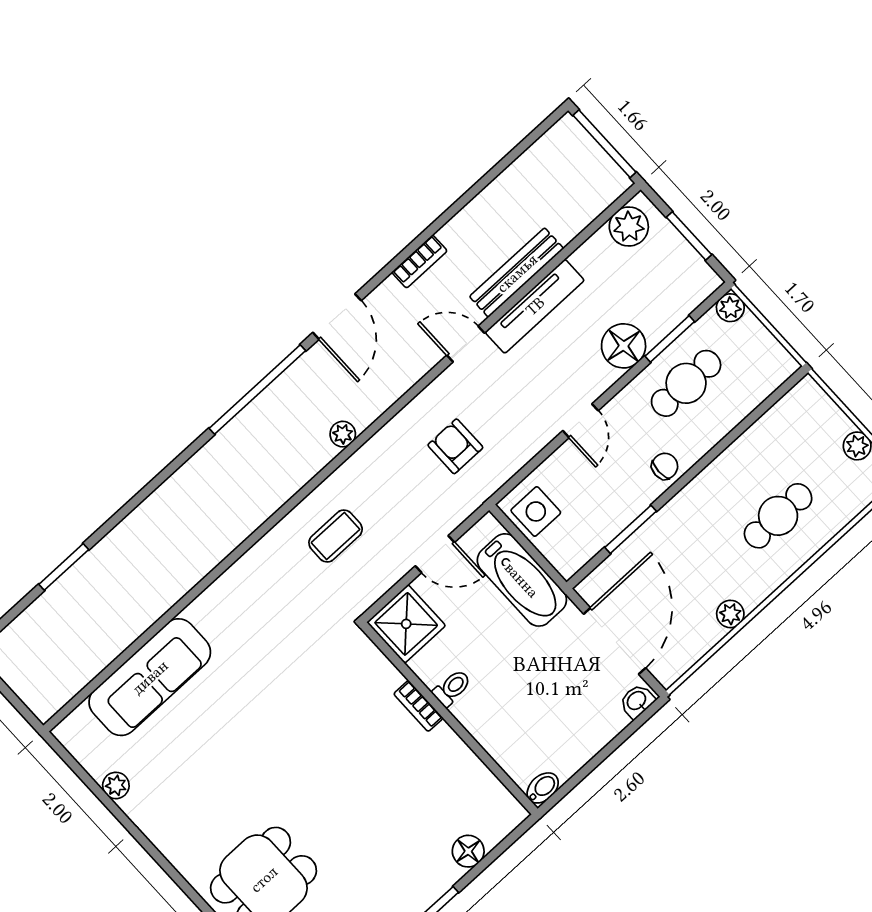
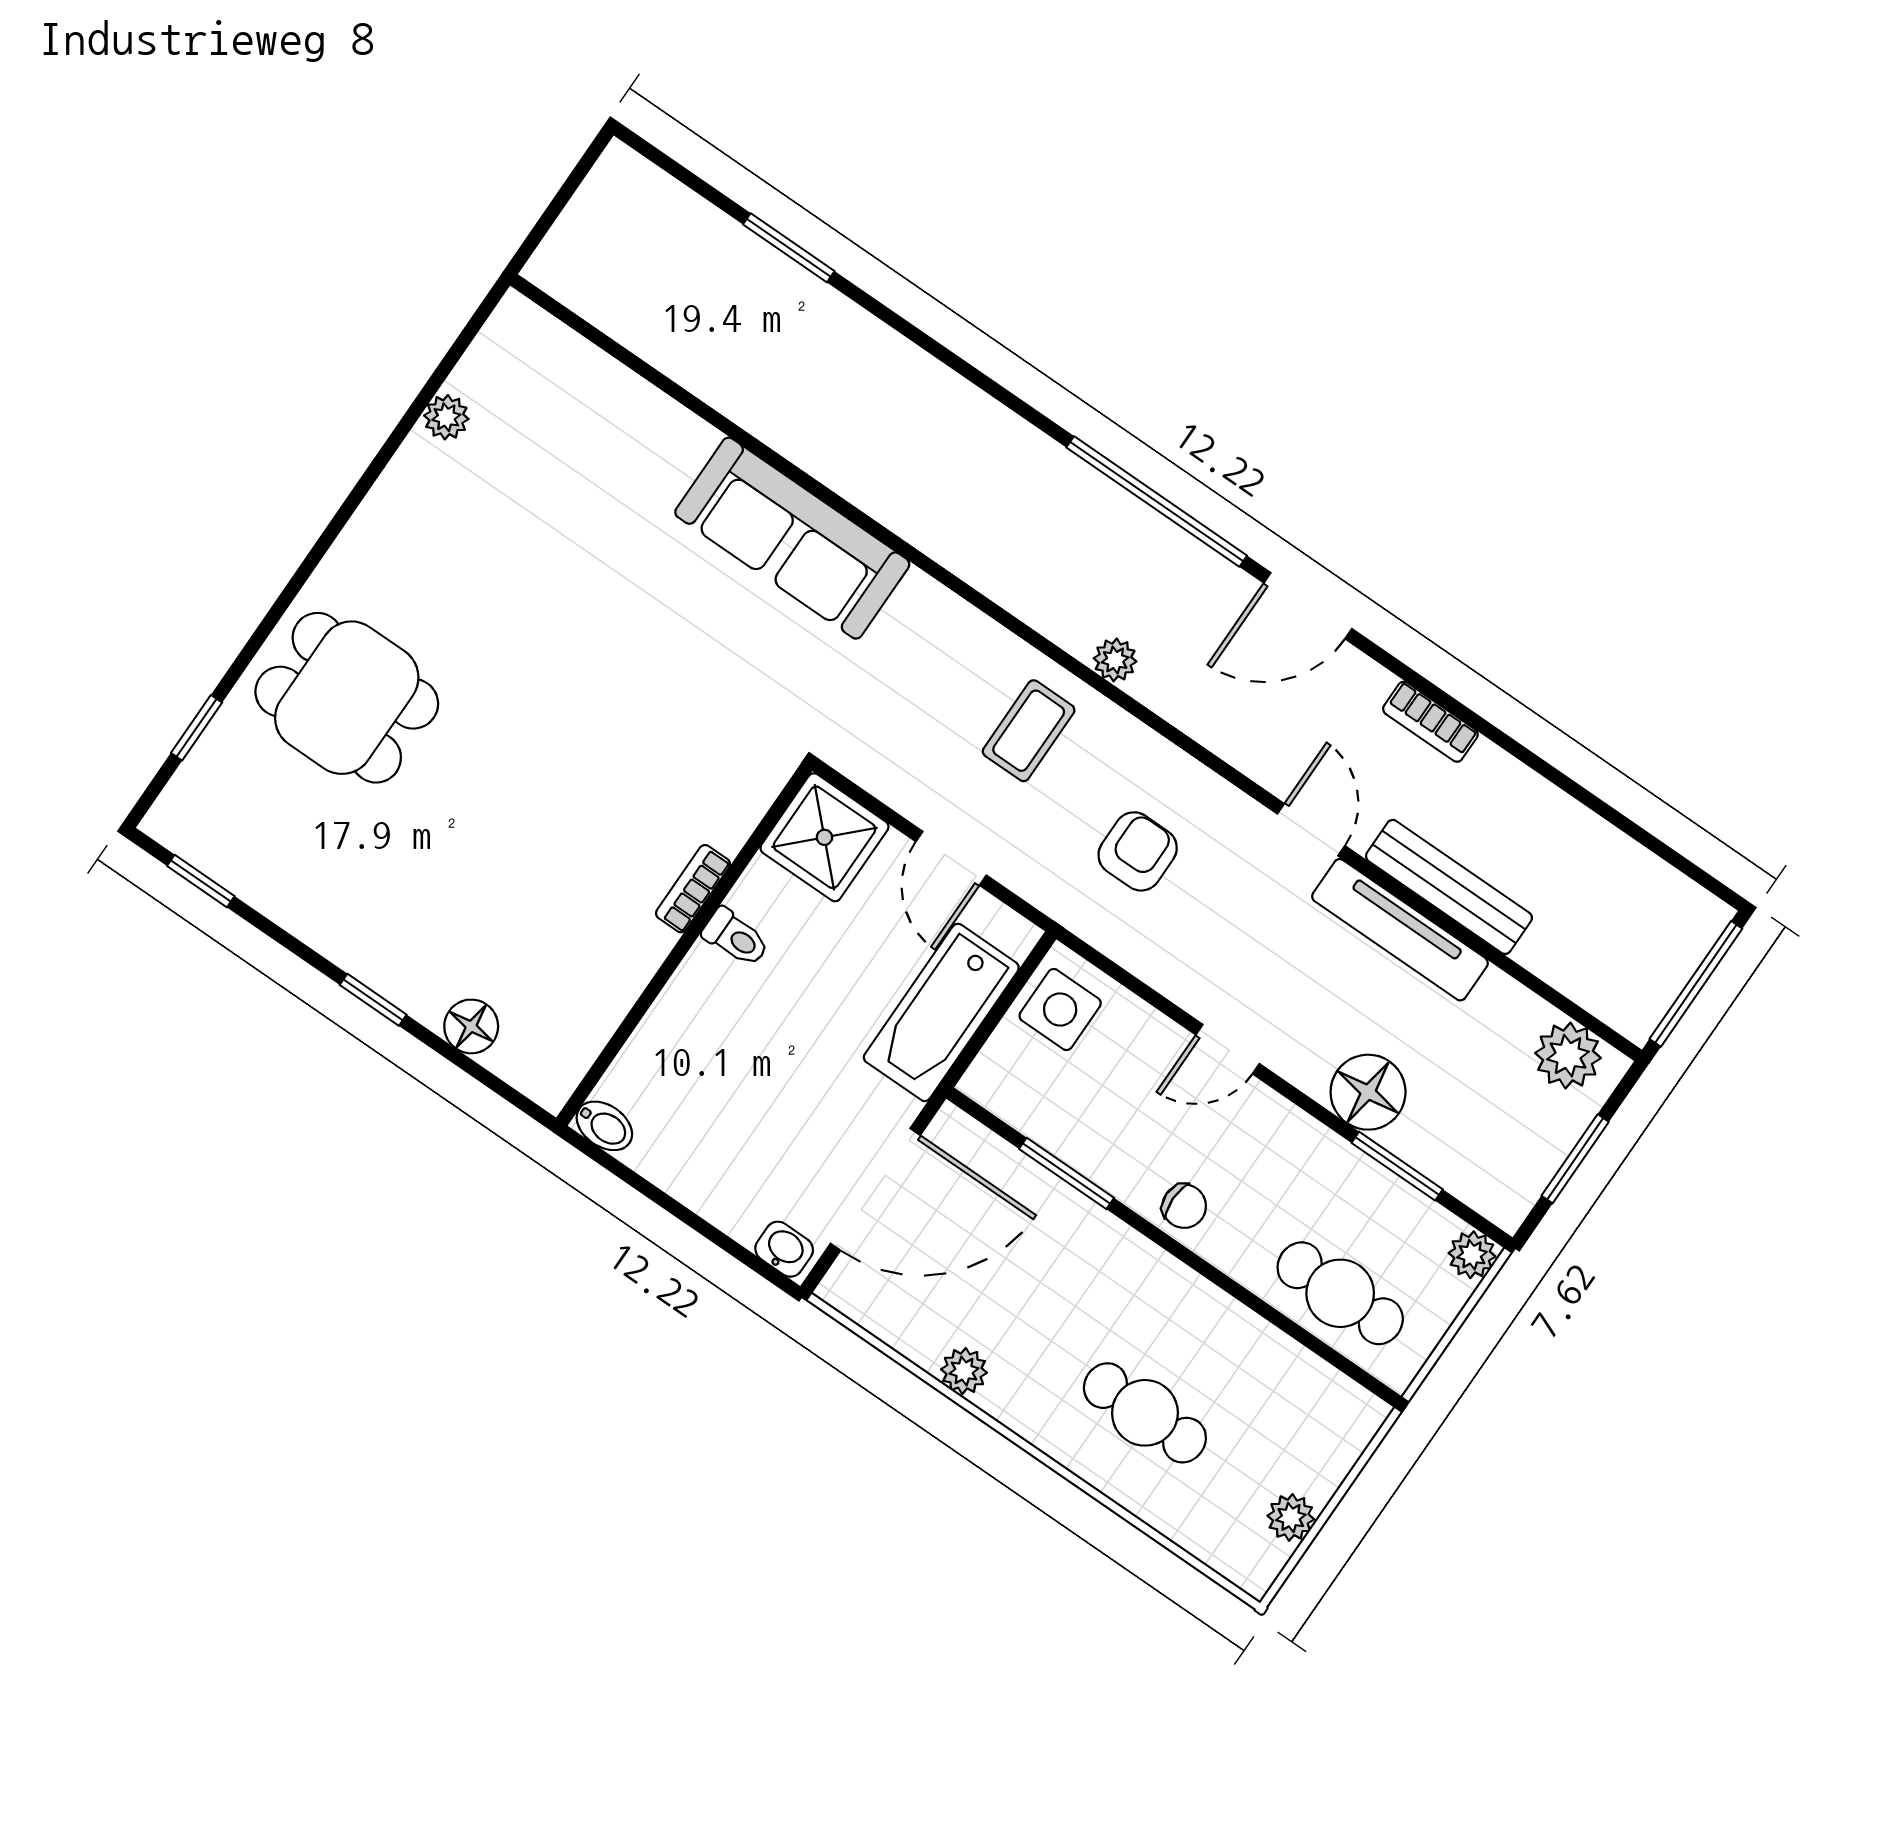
cafe table: (686, 383) -> (1340, 1293), moved
coffee table: (336, 536) -> (1029, 731), moved, turned 90
sofa: (150, 677) -> (792, 538), moved

